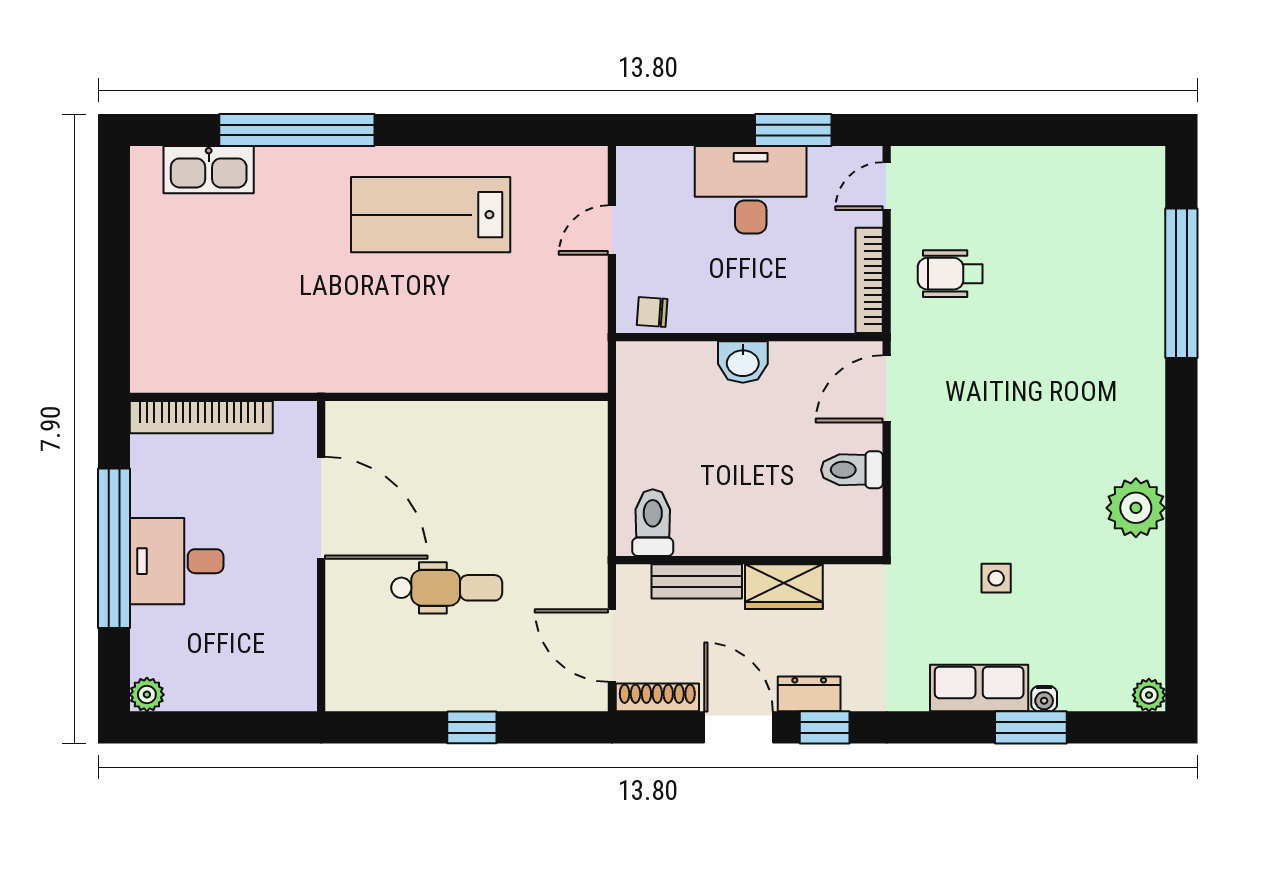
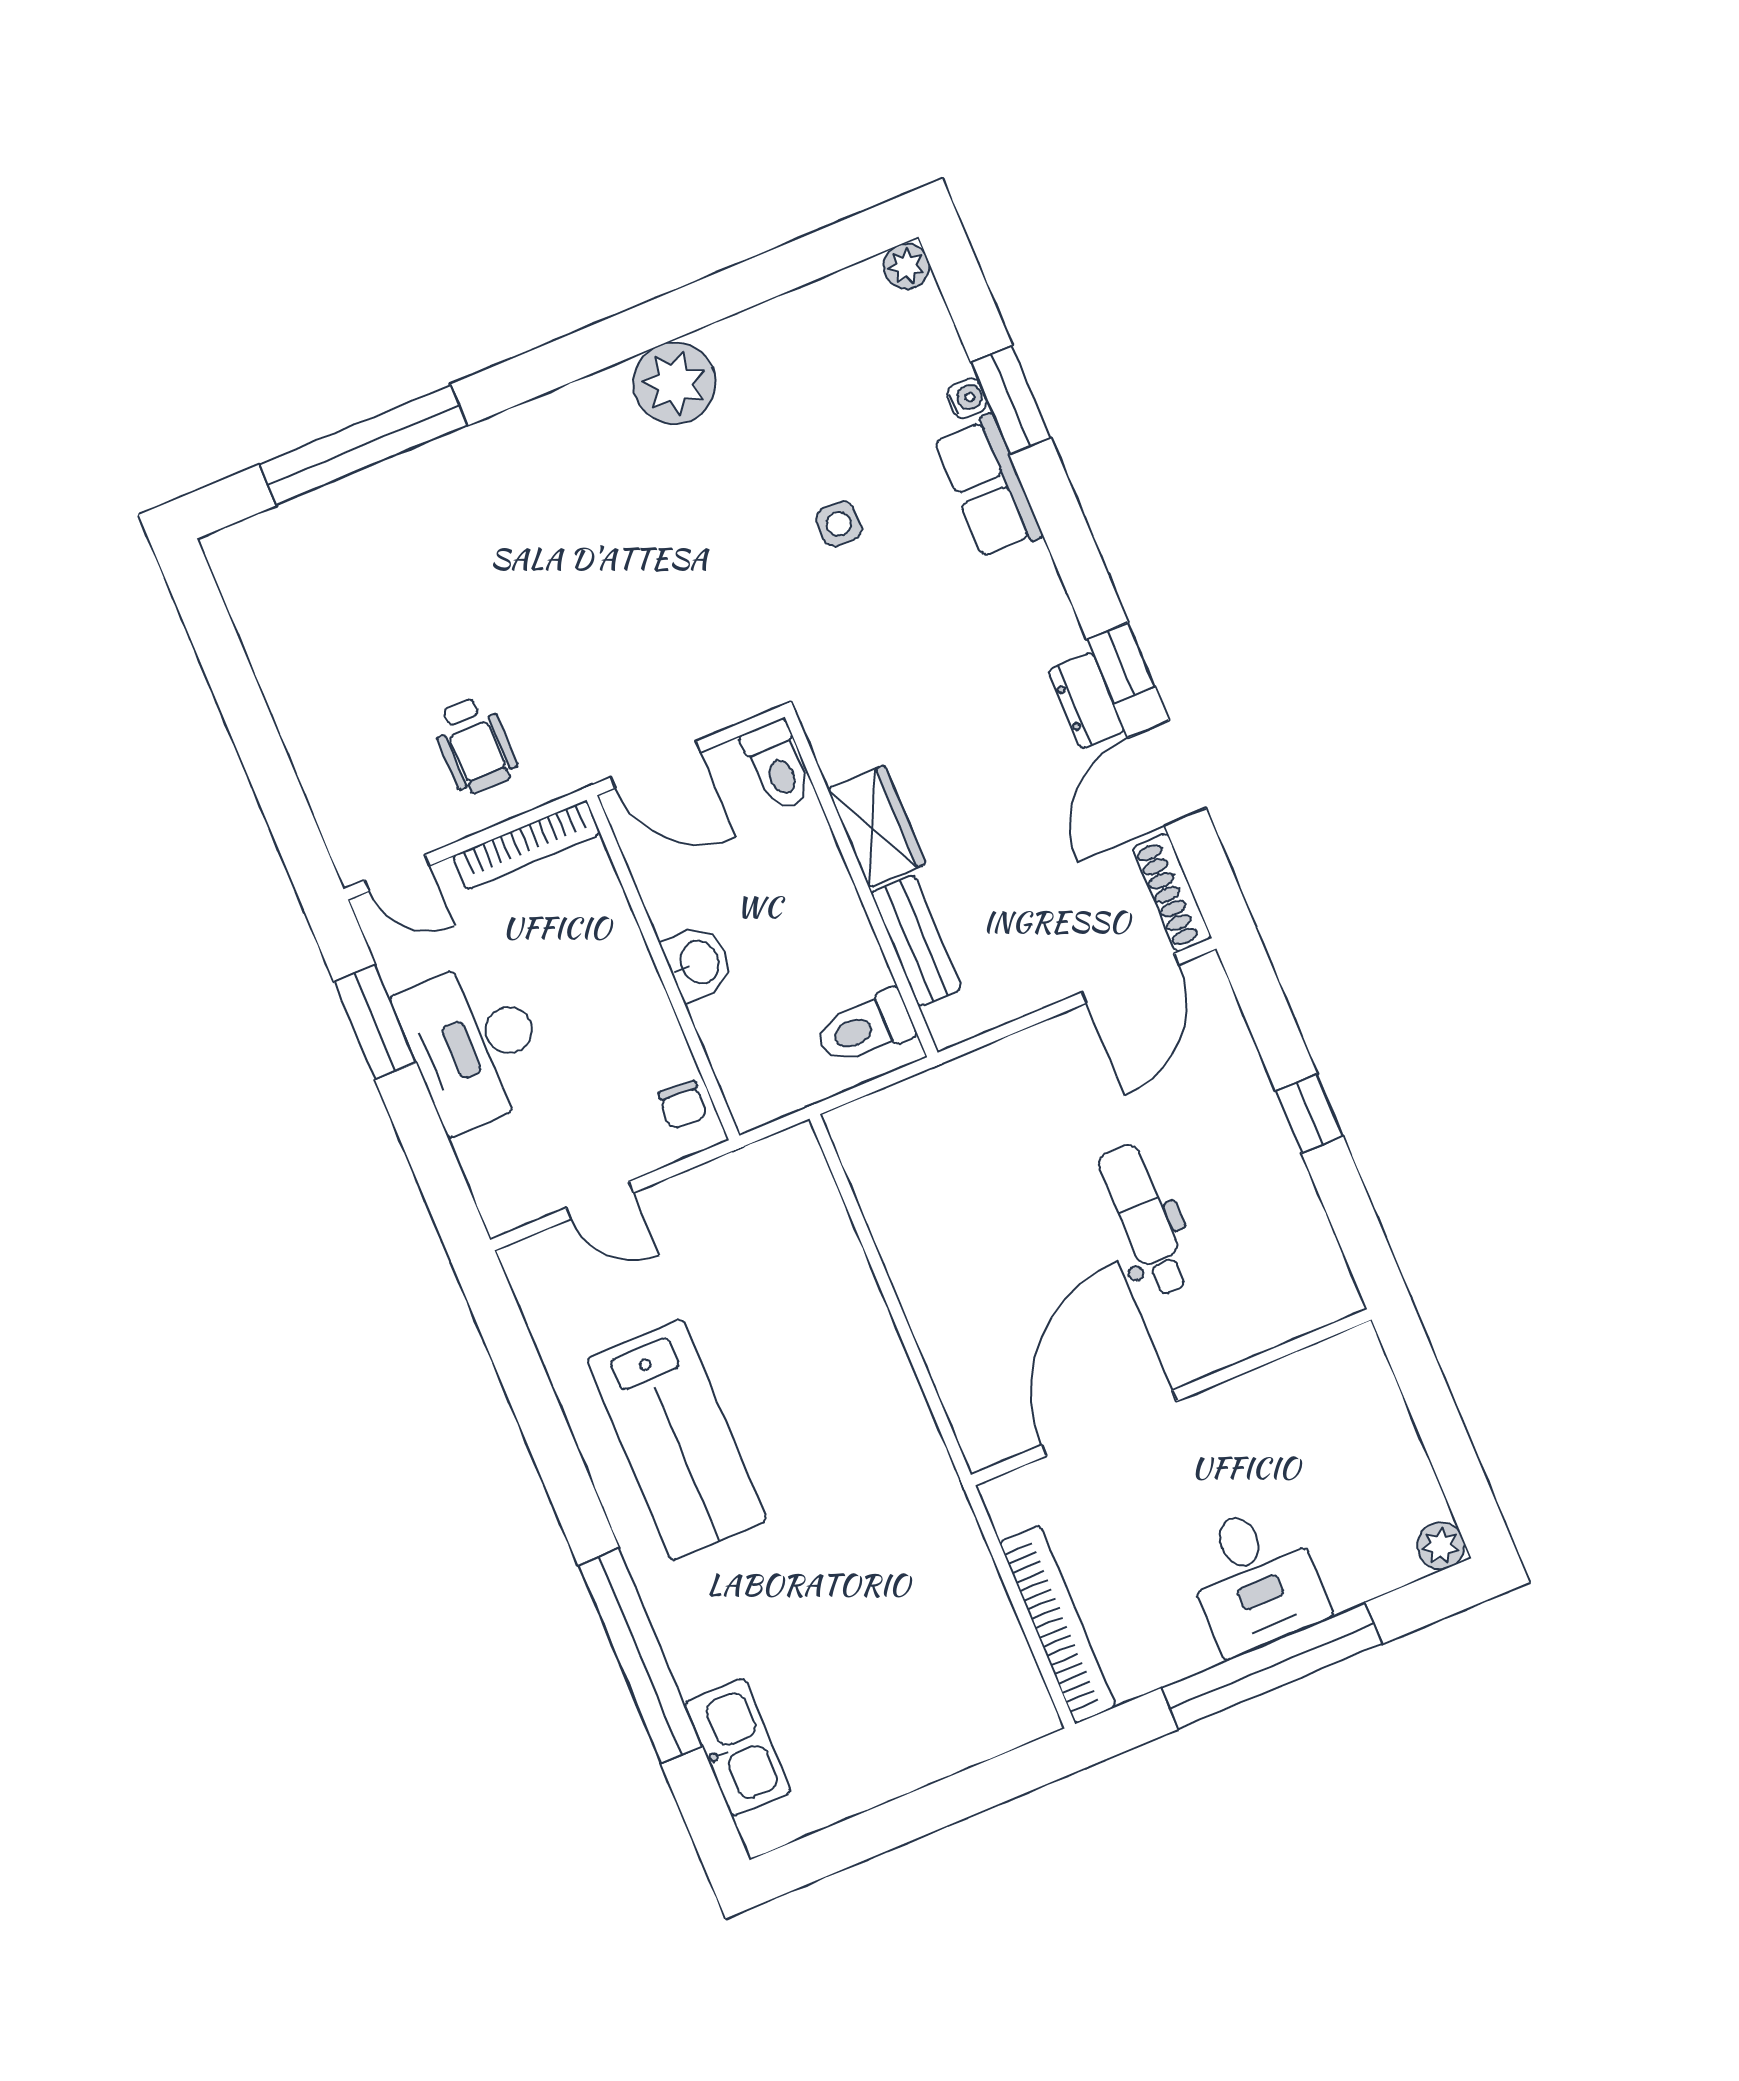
toilet: (653, 523) -> (865, 1028), moved
wall: (749, 560) -> (861, 885), moved
bench: (697, 581) -> (916, 940), moved
wardrobe: (784, 587) -> (877, 826), moved

